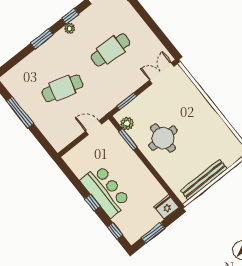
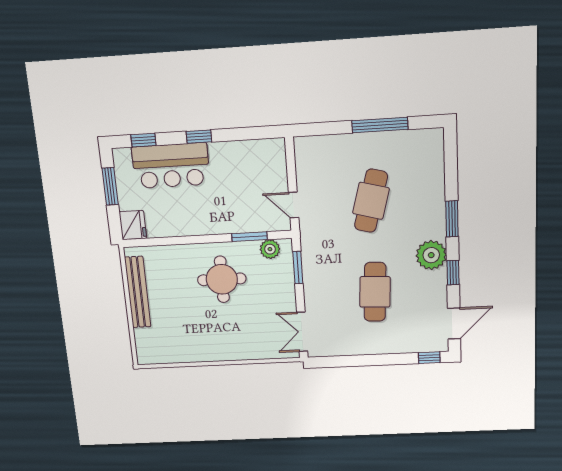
plant: (70, 28) -> (431, 255), width x1.87, depth x1.87
double door: (162, 73) -> (302, 332), swing flipped
door: (94, 128) -> (294, 205), swing flipped
bar counter: (105, 191) -> (171, 166), moved

